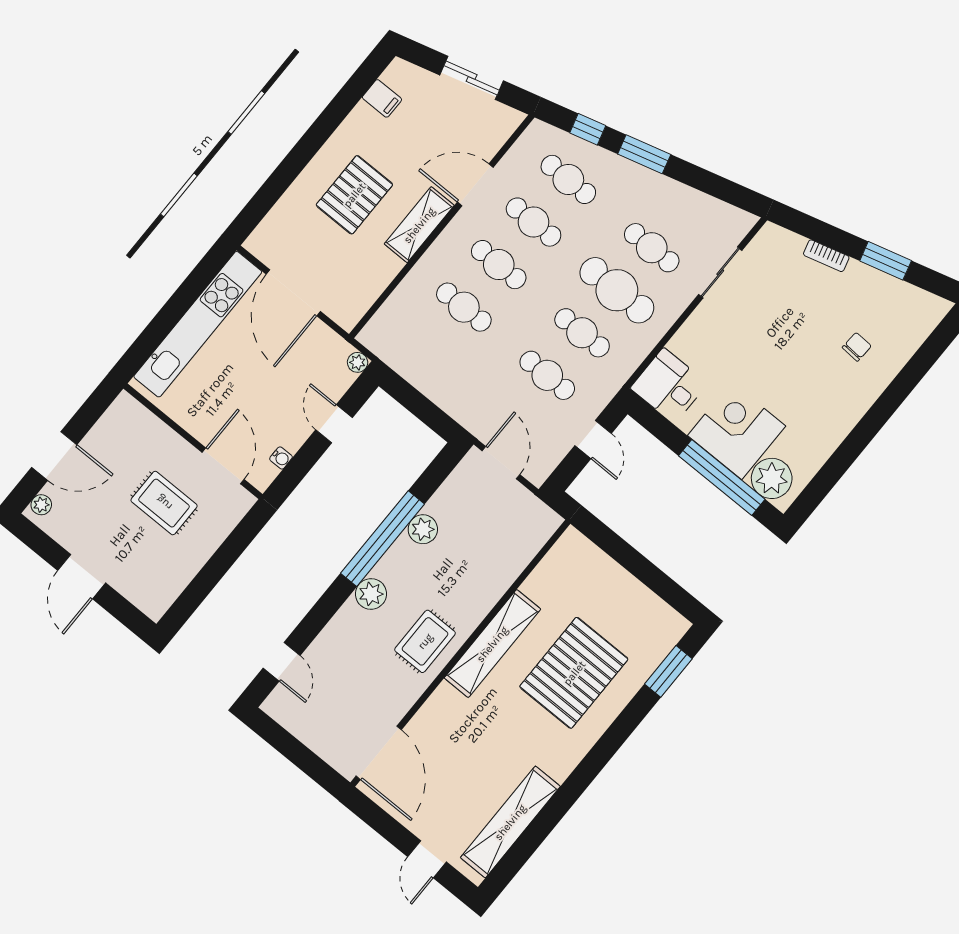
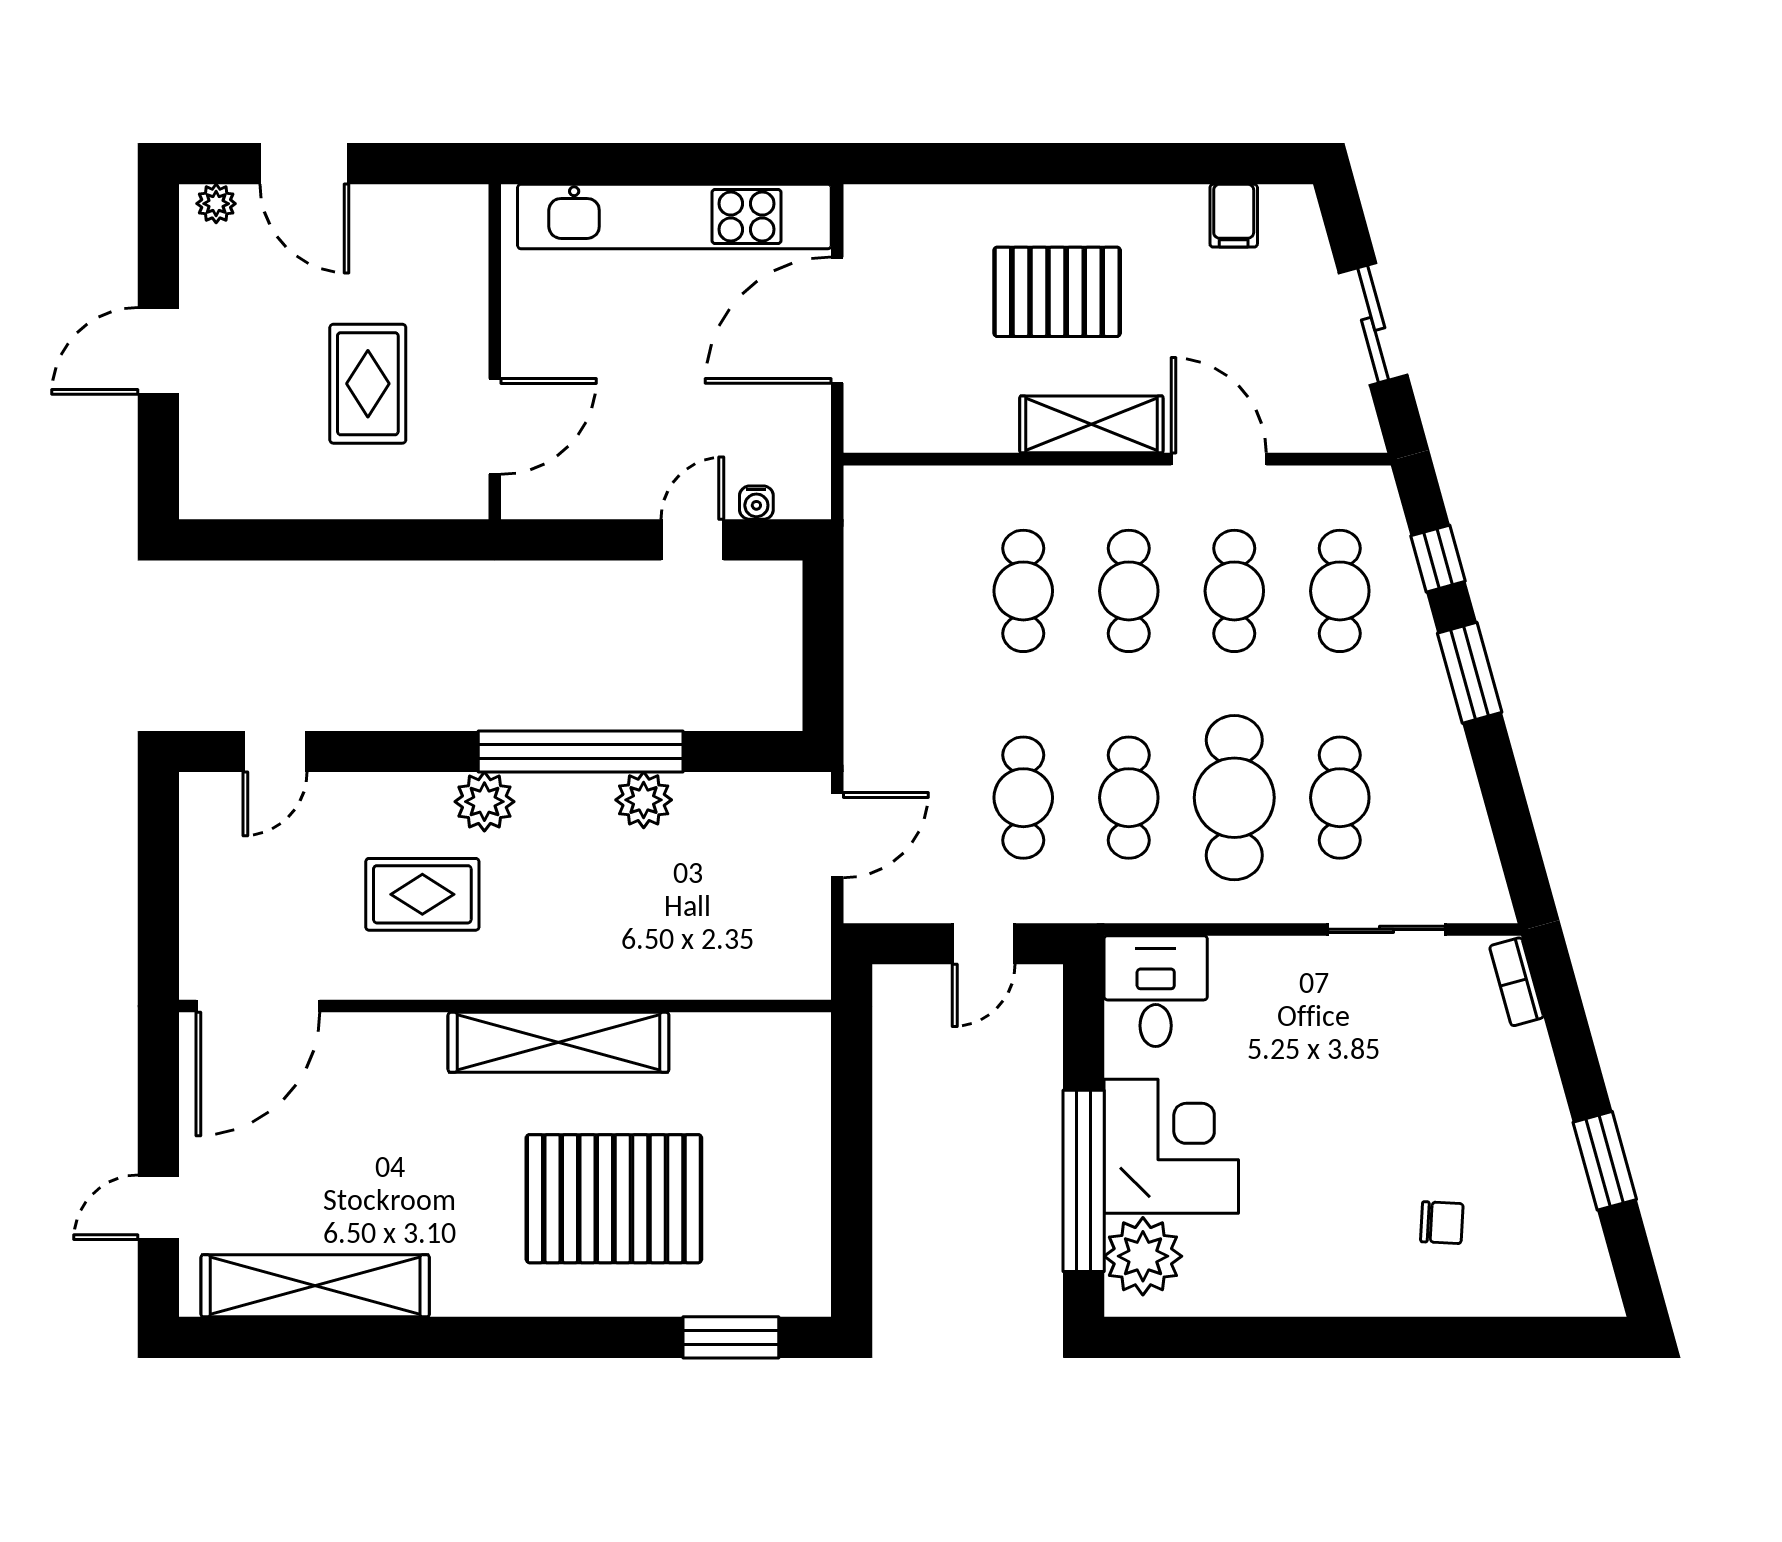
bookcase: (826, 256) -> (1517, 982), moved
plant: (358, 362) -> (812, 500), removed
water cooler: (281, 458) -> (756, 503), moved
rug: (425, 641) -> (422, 894), moved

